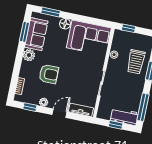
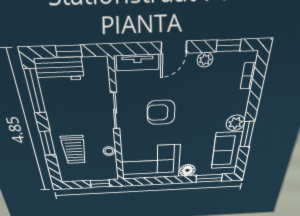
window: (24, 32) -> (247, 134), moved
trolley: (136, 62) -> (74, 150), turned 180
armchair: (49, 74) -> (161, 112), moved

